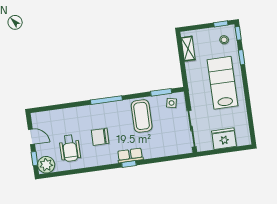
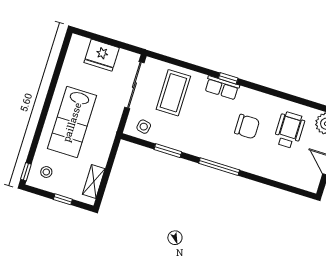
window: (221, 24) -> (63, 199), moved
window: (242, 57) -> (35, 141), removed
window: (161, 92) -> (168, 151), moved
coffee table: (142, 116) -> (173, 93), moved

